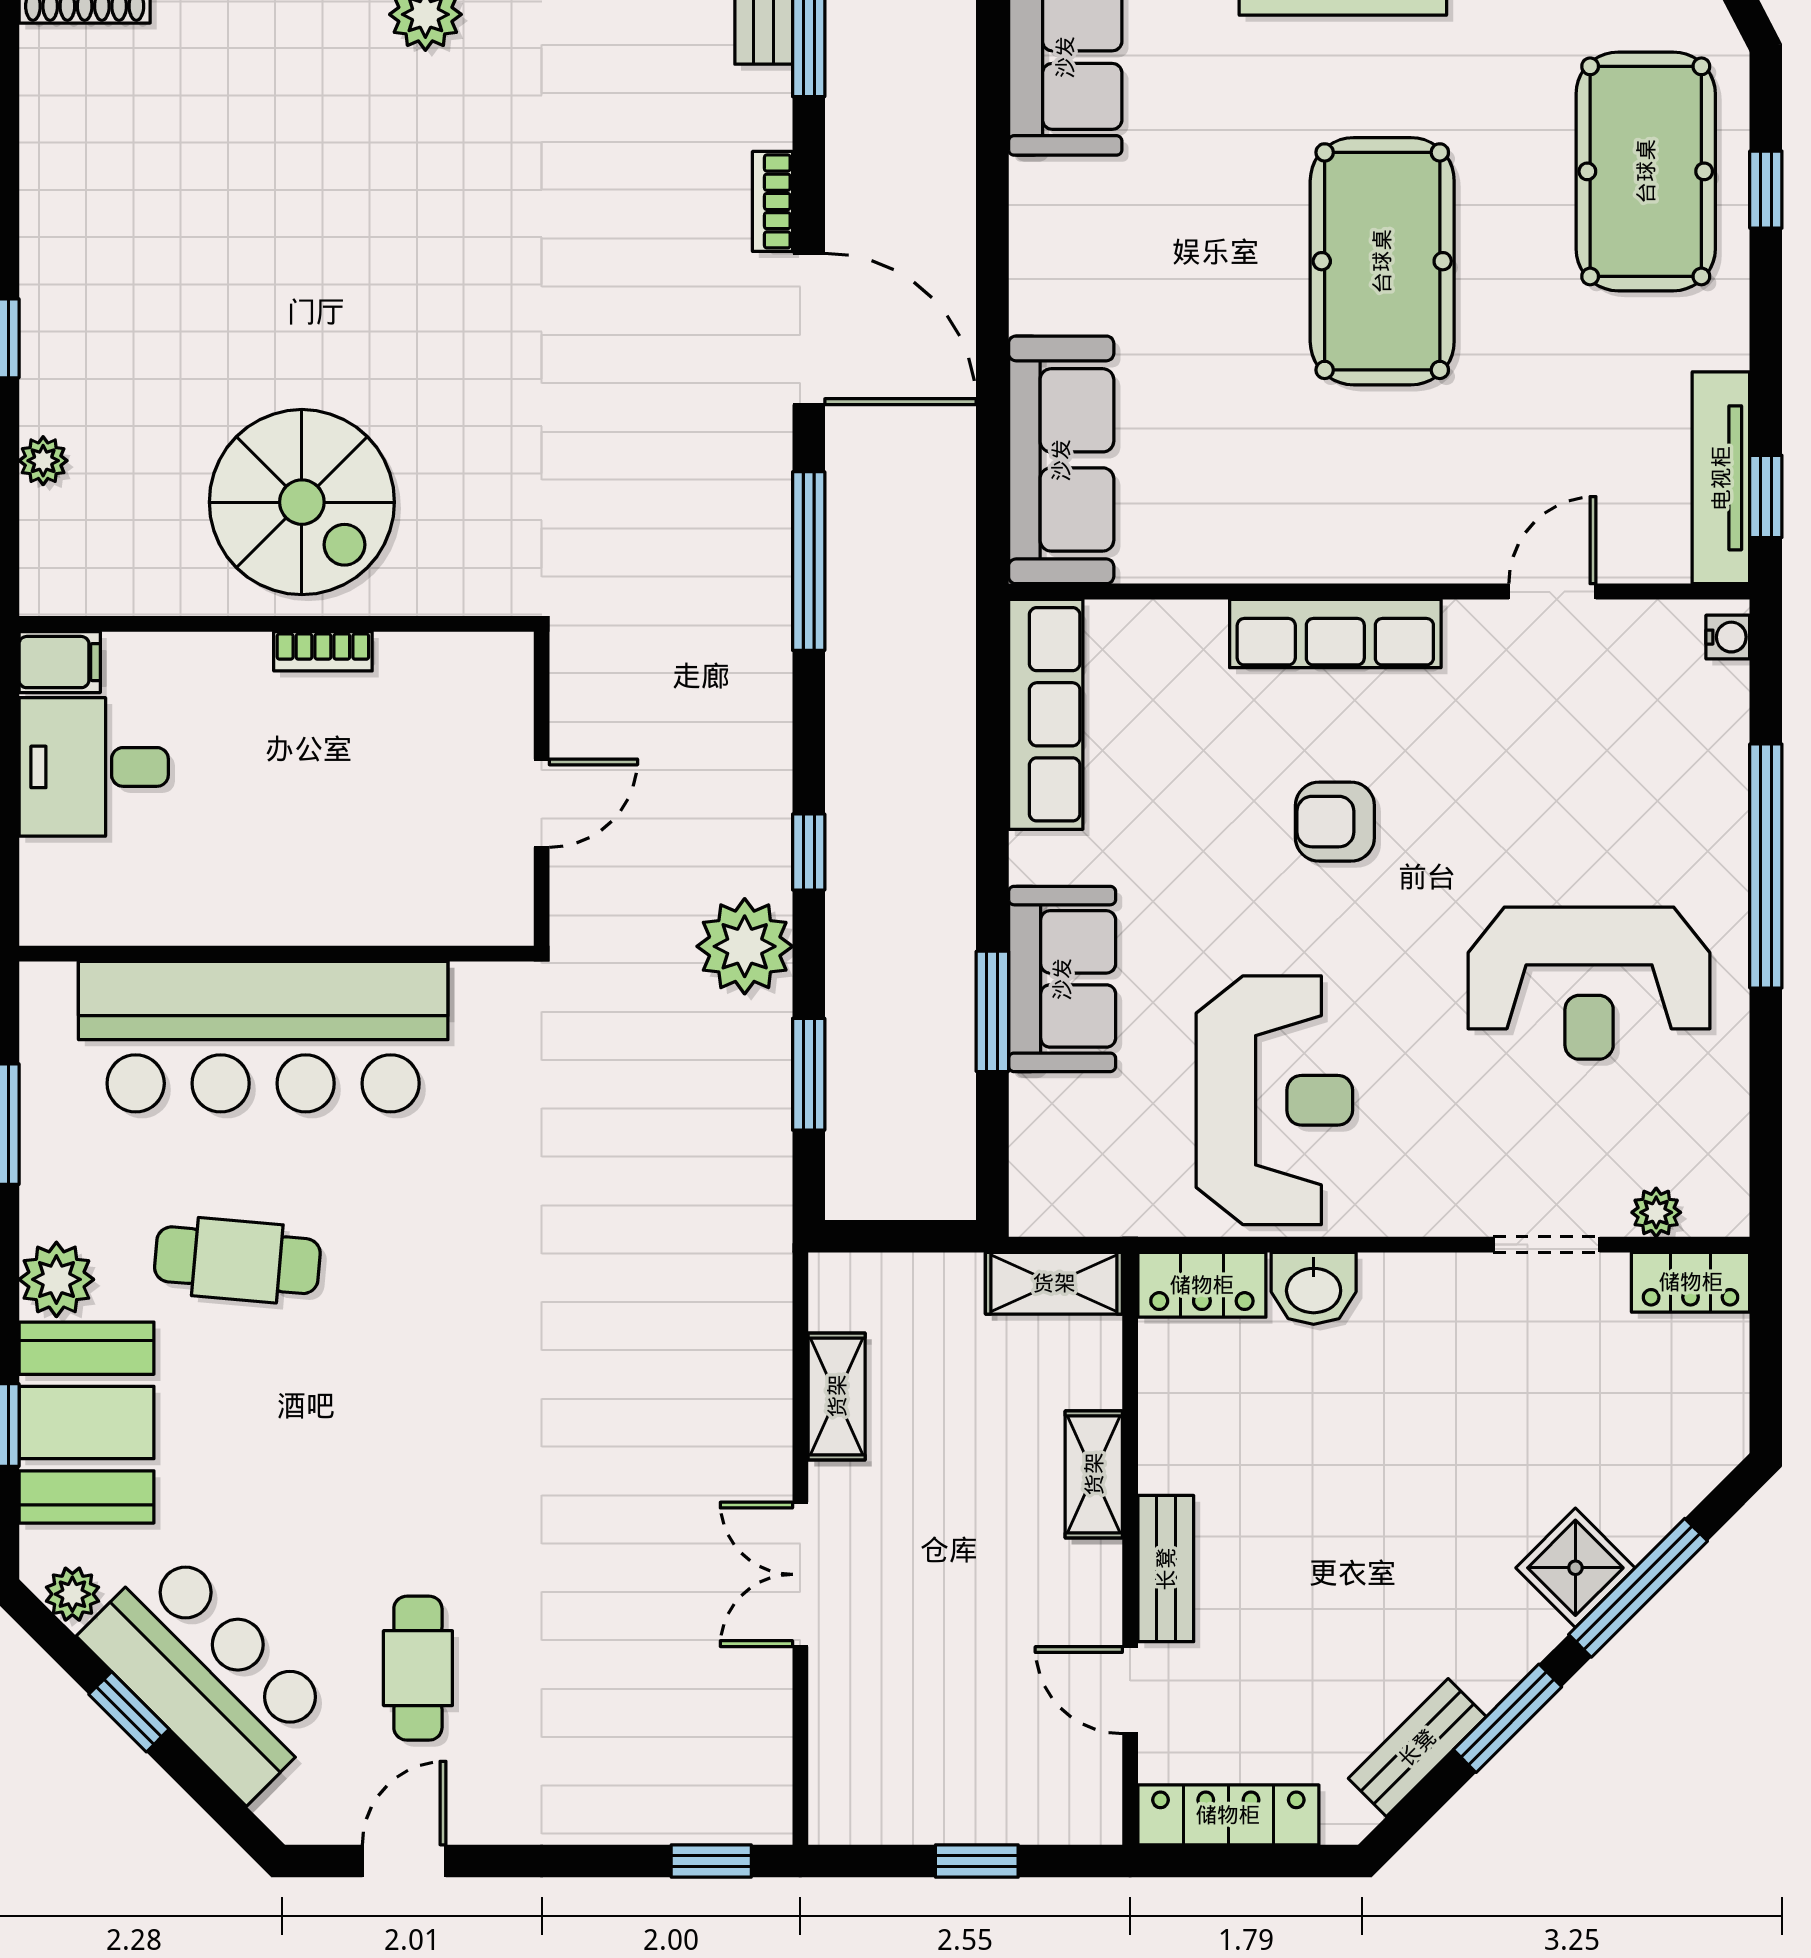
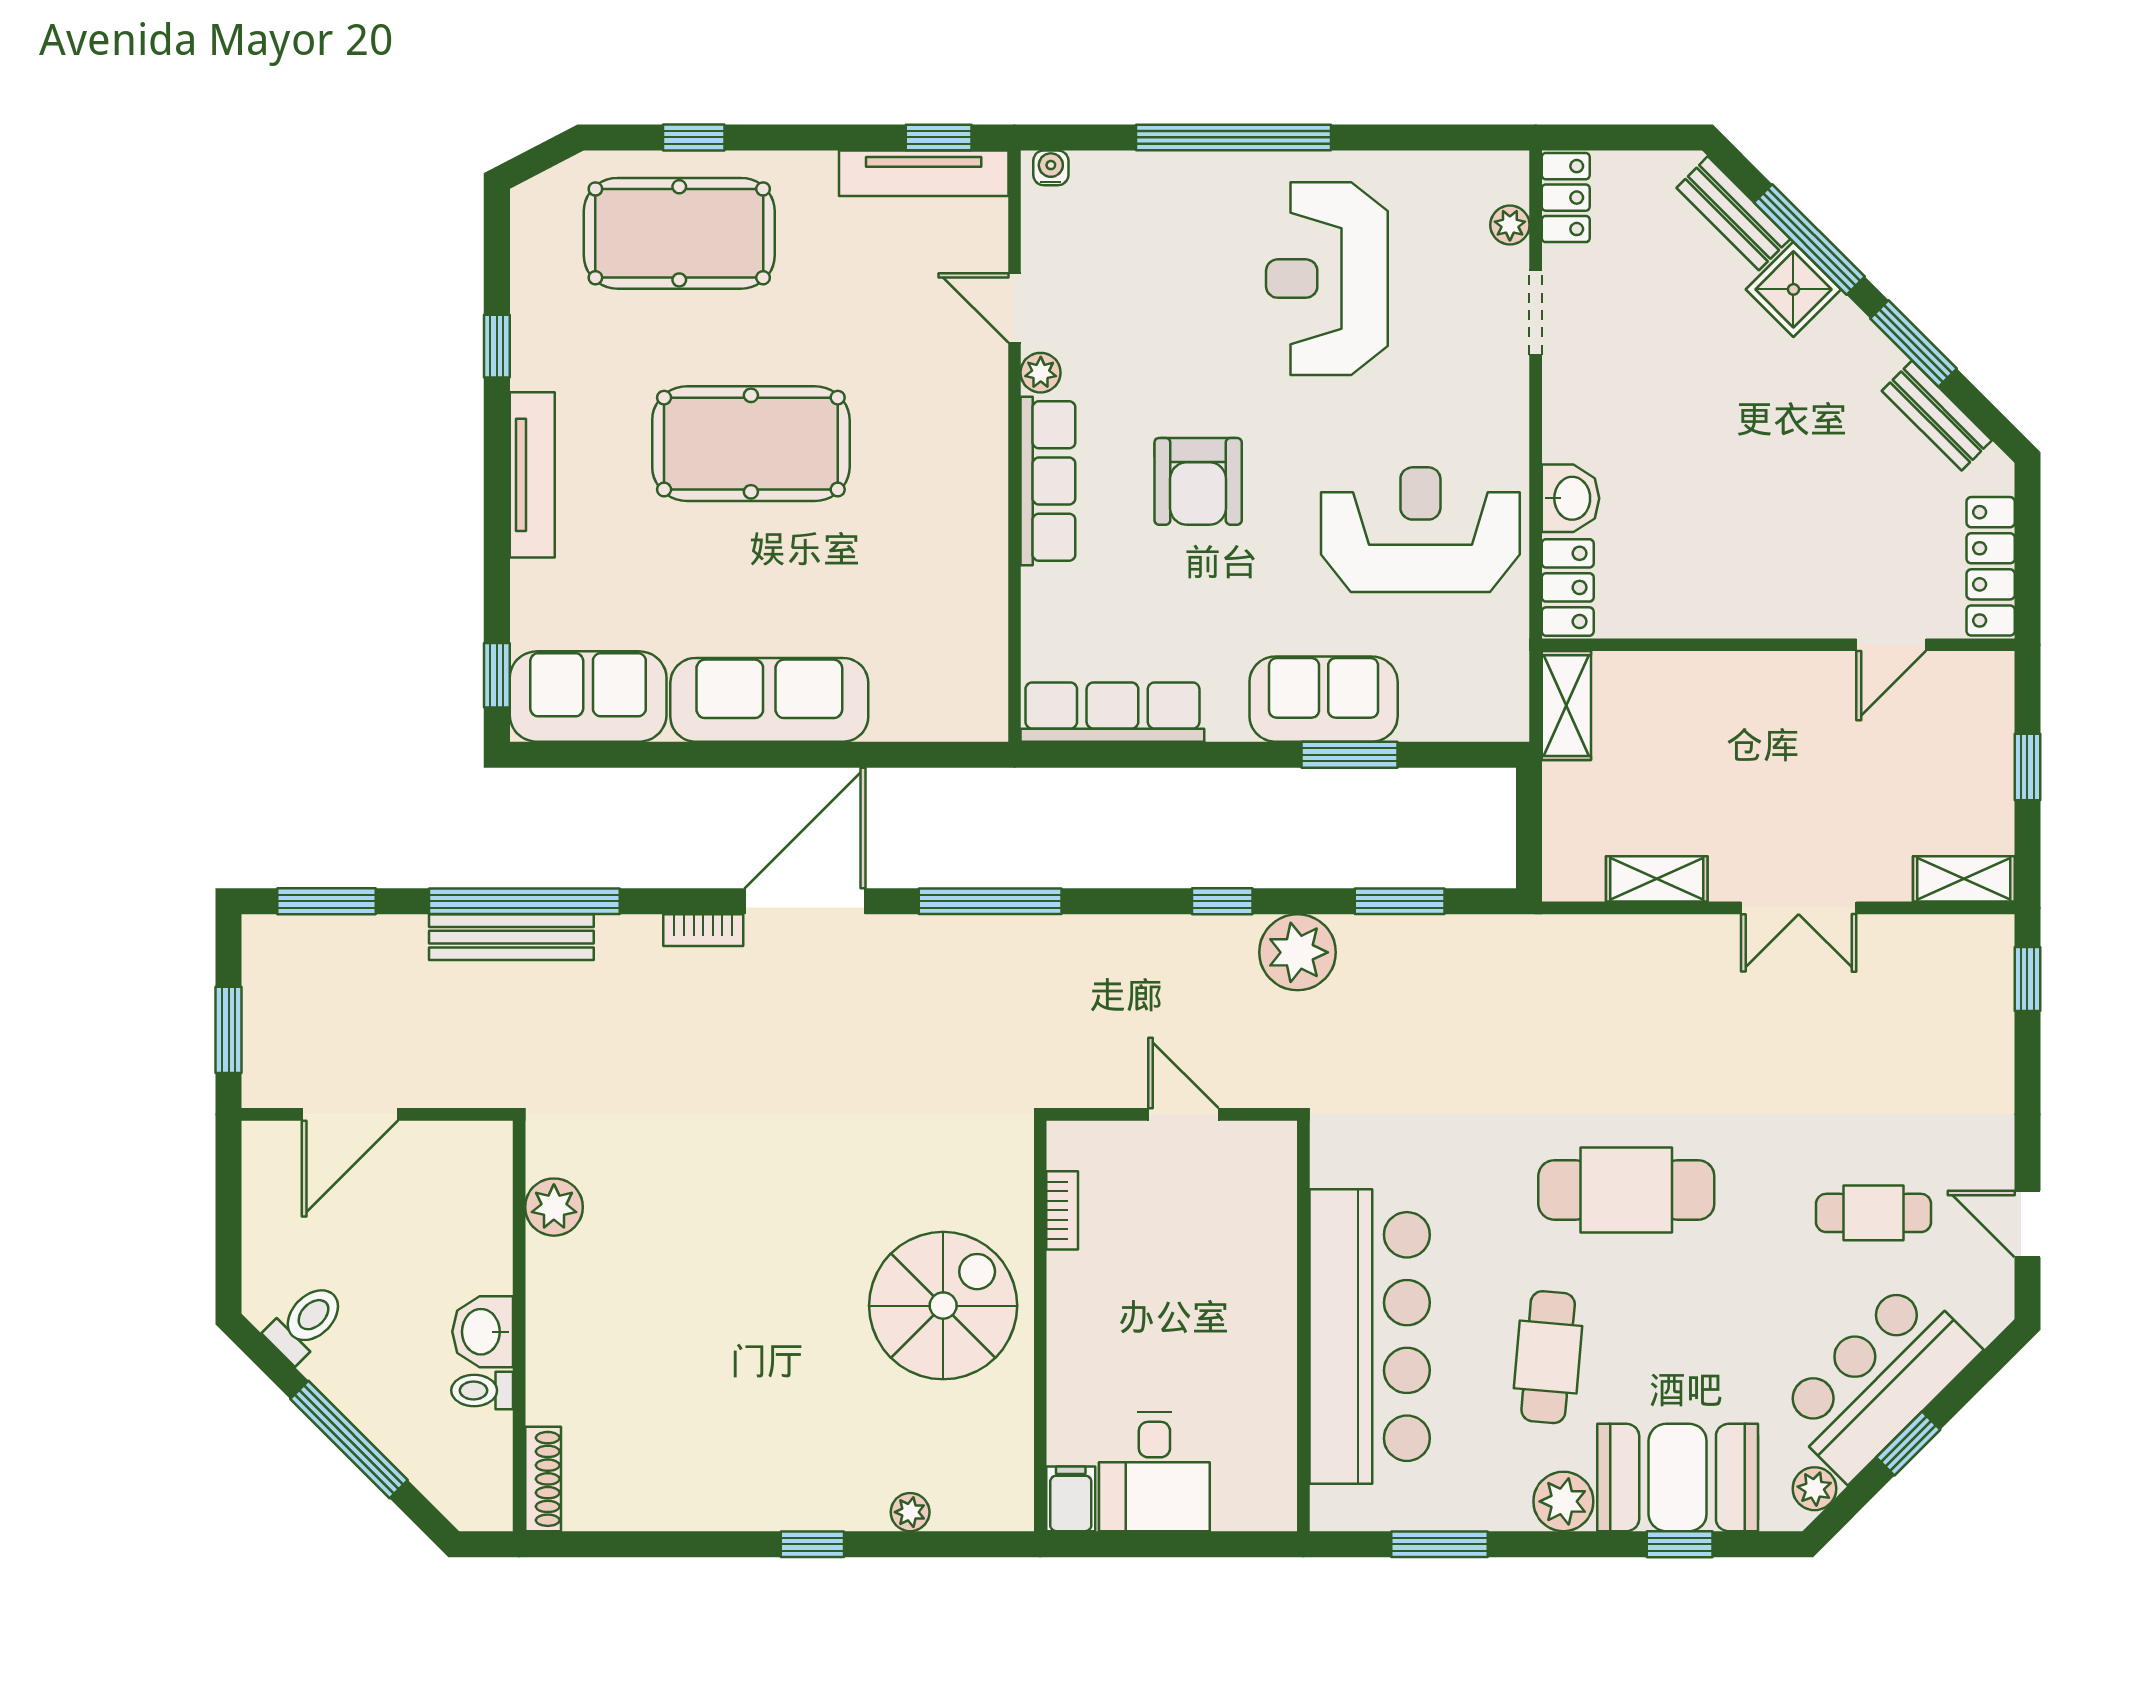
sofa: (1061, 460) -> (769, 700), moved
plant: (1471, 624) -> (1041, 373), added
bookcase: (323, 651) -> (1062, 1210), moved
armchair: (1335, 822) -> (1198, 481), width x1.38, depth x1.38
reception desk: (1589, 983) -> (1327, 279), turned 180
cafe table: (447, 1358) -> (1626, 1190), added
shelving: (1094, 1474) -> (1964, 879), moved
bench: (1166, 1569) -> (1733, 213), moved, turned 45

